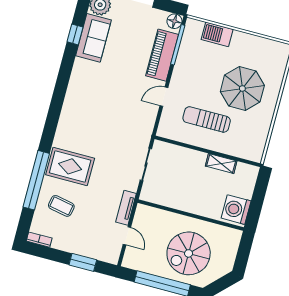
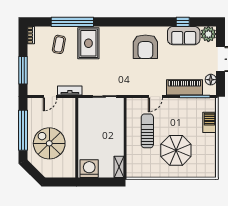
floor lamp: (174, 21) -> (211, 80), moved
armchair: (95, 92) -> (145, 47), added
door: (164, 97) -> (155, 96), swing flipped
shelving: (221, 163) -> (119, 167), moved
window: (83, 262) -> (23, 70), width x1.44

